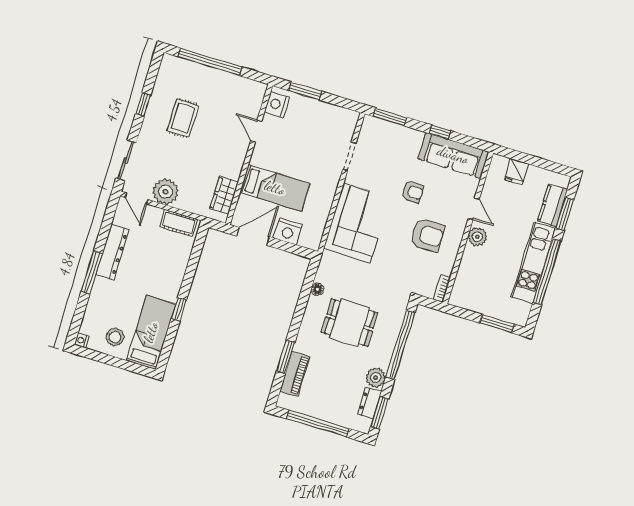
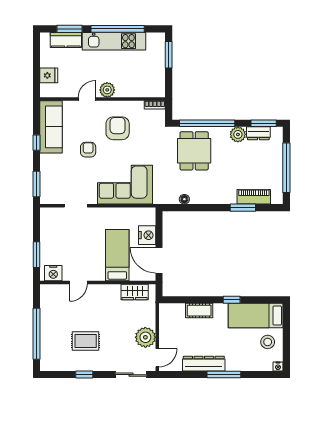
cot: (179, 223) -> (199, 311), moved, turned 90
dining table: (350, 323) -> (194, 151), moved

